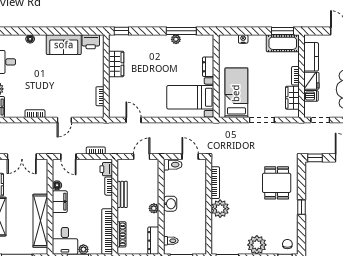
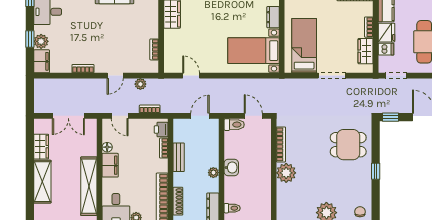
plant: (87, 128) -> (140, 84), added
dining table: (277, 183) -> (348, 145), turned 90

